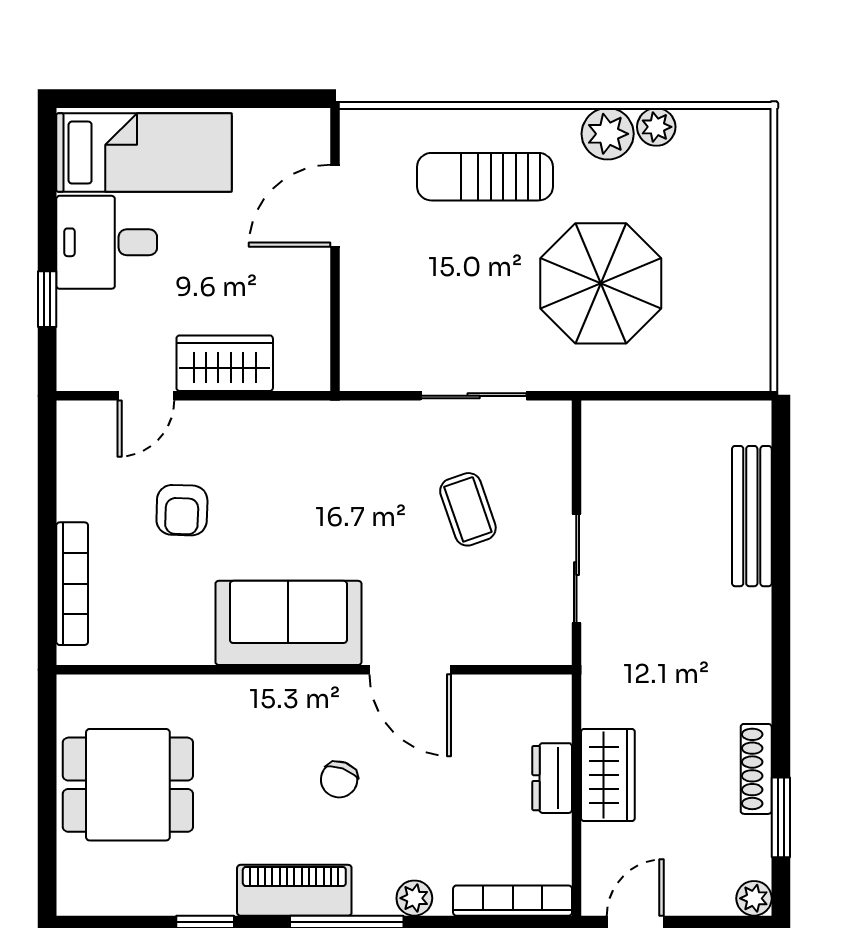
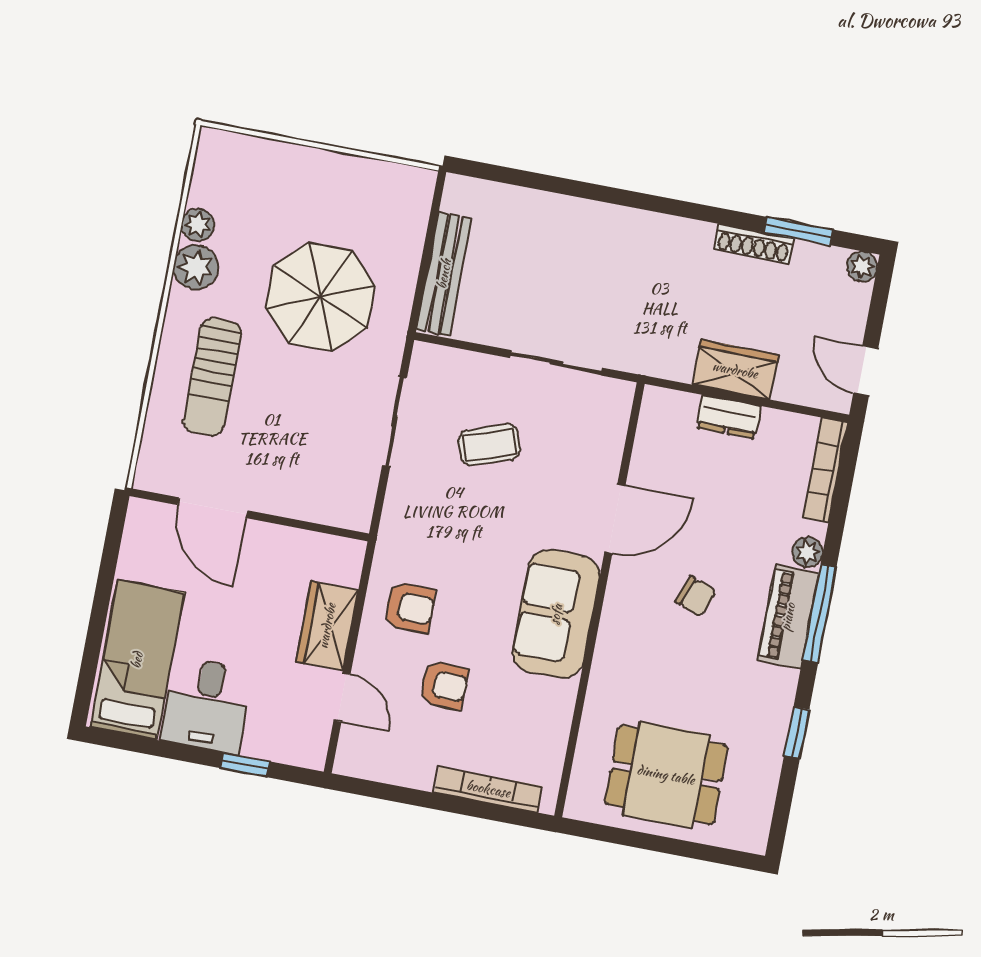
armchair: (264, 453) -> (409, 607), added
bench: (752, 516) -> (444, 274), moved, turned 90
dining table: (128, 785) -> (666, 775), turned 90
piano: (294, 890) -> (788, 617), moved

